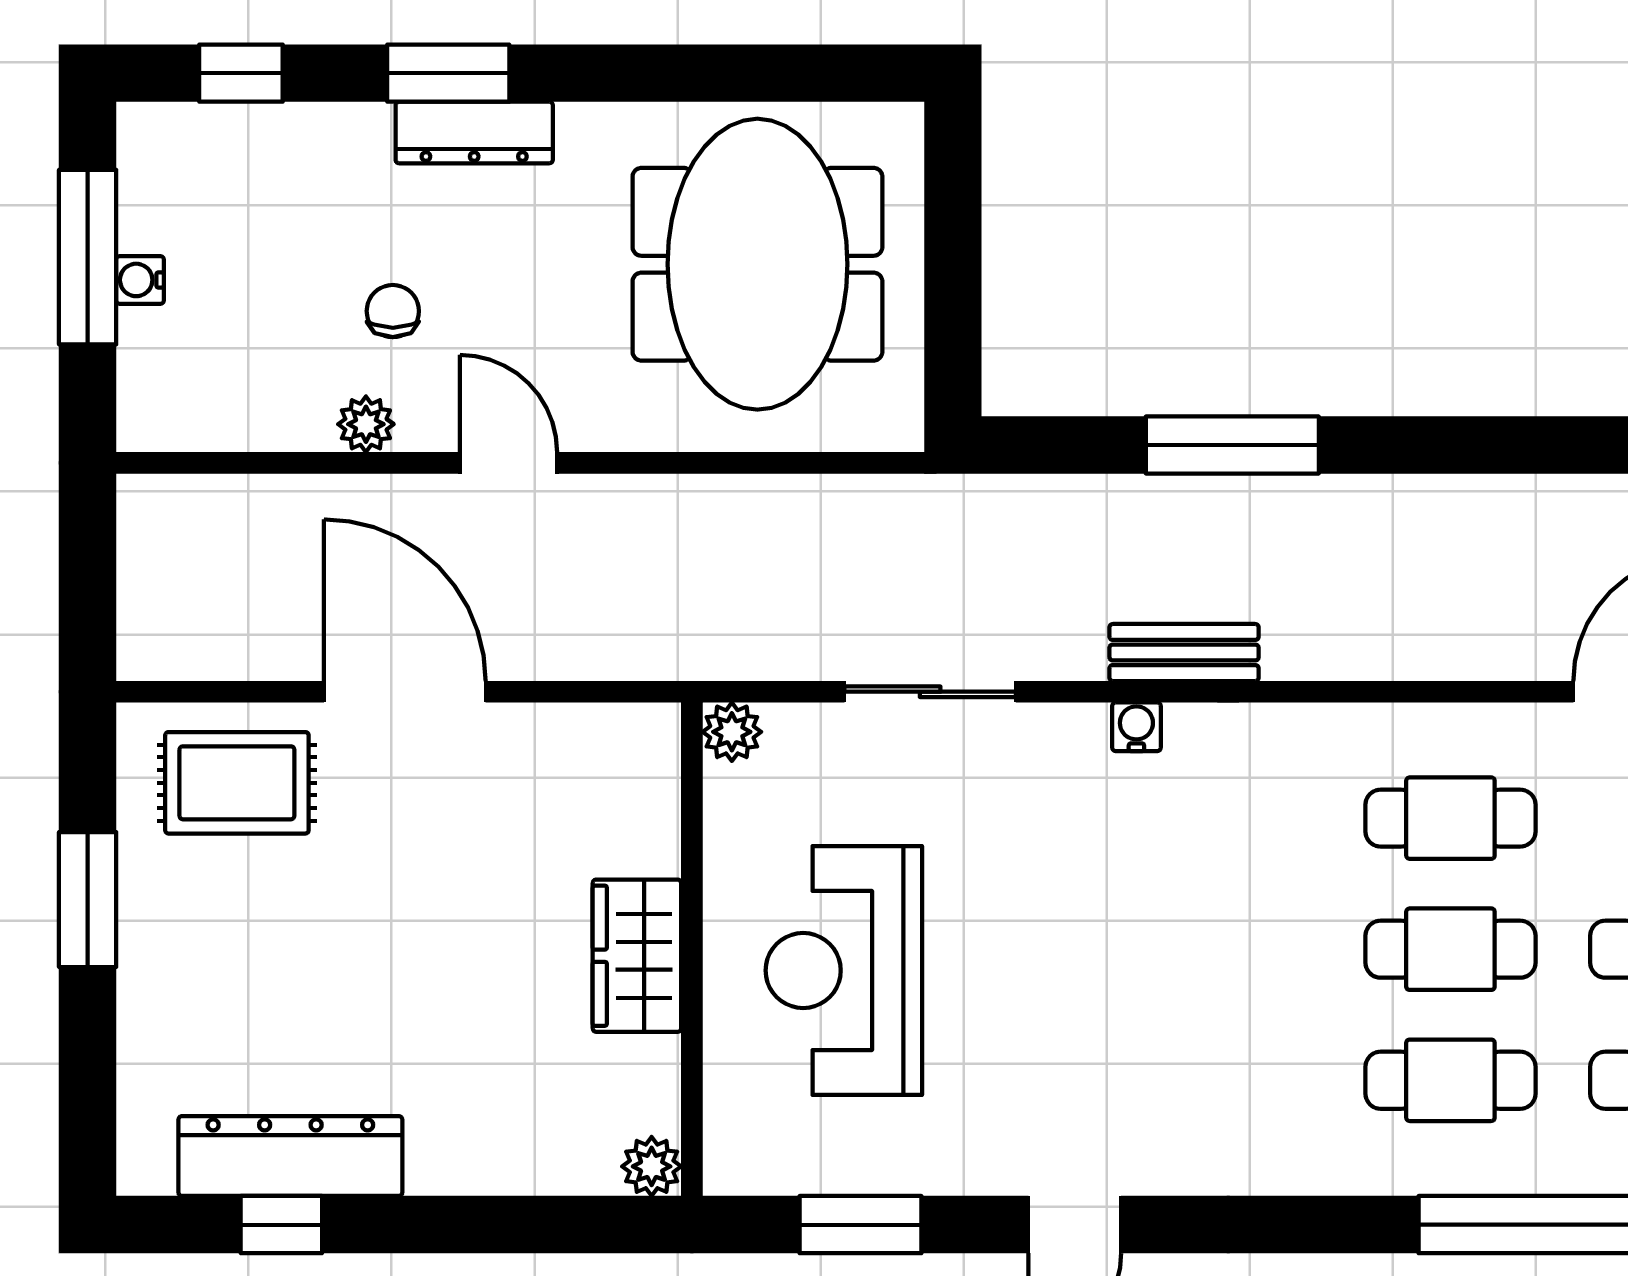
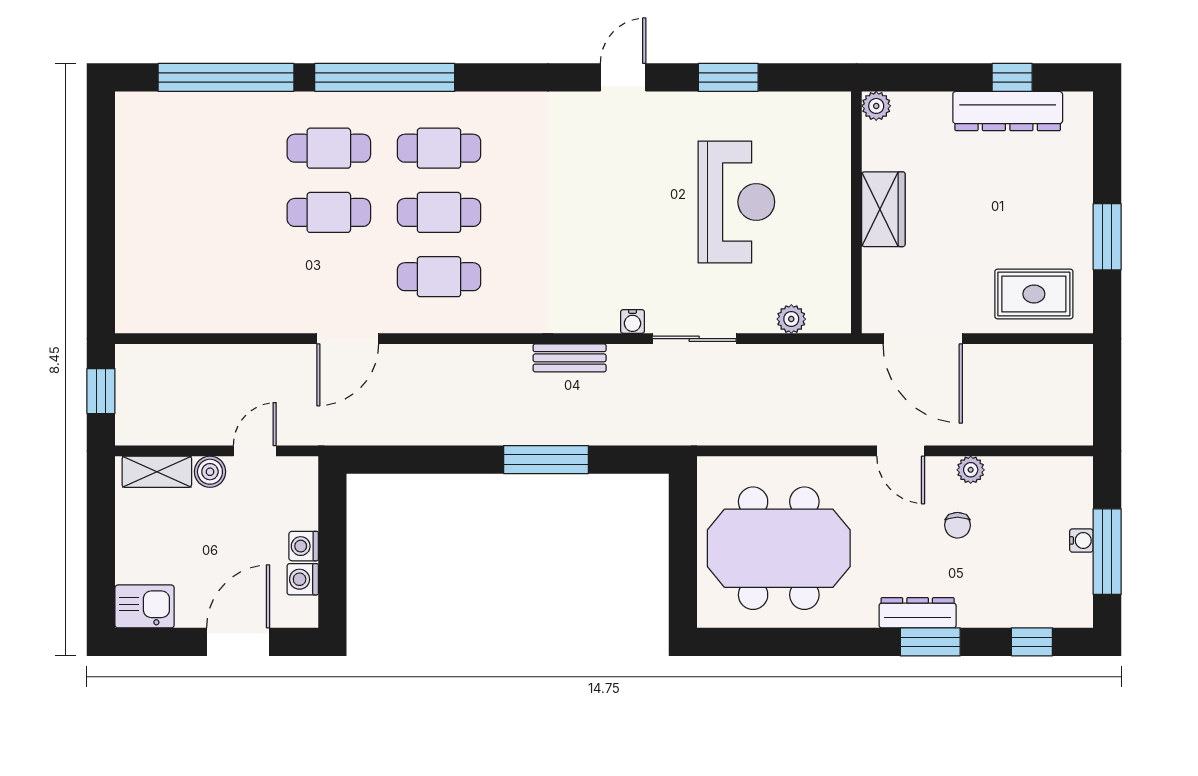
meeting table: (757, 264) -> (779, 548), turned 90
door: (405, 692) -> (923, 339), moved
water cooler: (1136, 727) -> (633, 321), moved
wall: (692, 949) -> (856, 212), moved
wardrobe: (637, 956) -> (883, 209), moved
plant: (652, 1166) -> (876, 106), moved

